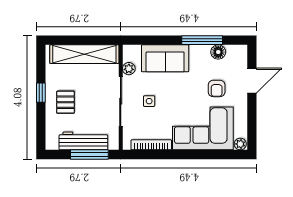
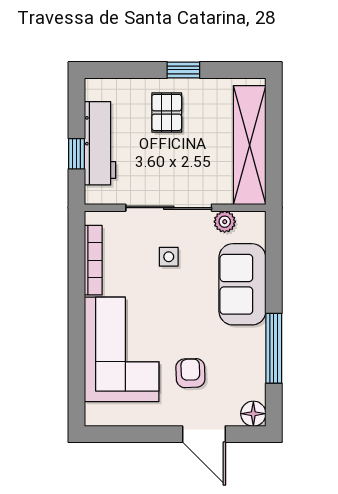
floor lamp: (218, 52) -> (253, 414), moved
armchair: (217, 88) -> (190, 373), turned 88
pallet: (65, 102) -> (167, 112), turned 90
plant: (240, 144) -> (95, 414), removed
window: (89, 154) -> (77, 154), width x0.46

